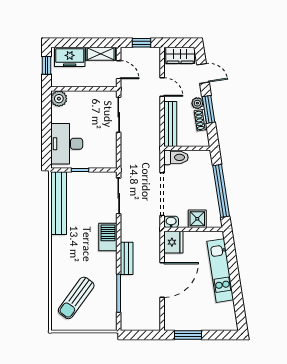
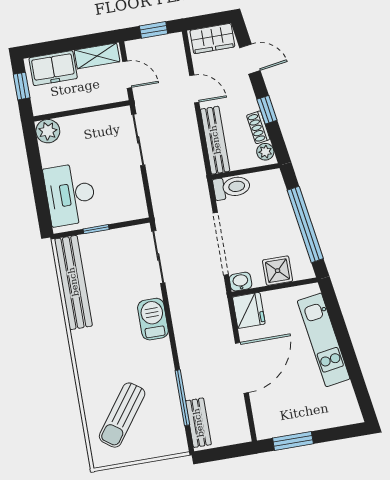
plant: (197, 103) -> (265, 152), moved
window: (209, 109) -> (267, 110), width x0.67
bench: (127, 258) -> (198, 423), moved

